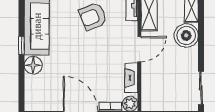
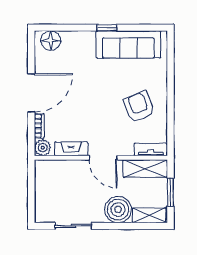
floor lamp: (33, 65) -> (51, 41), moved
sliding door: (201, 88) -> (73, 226), moved

